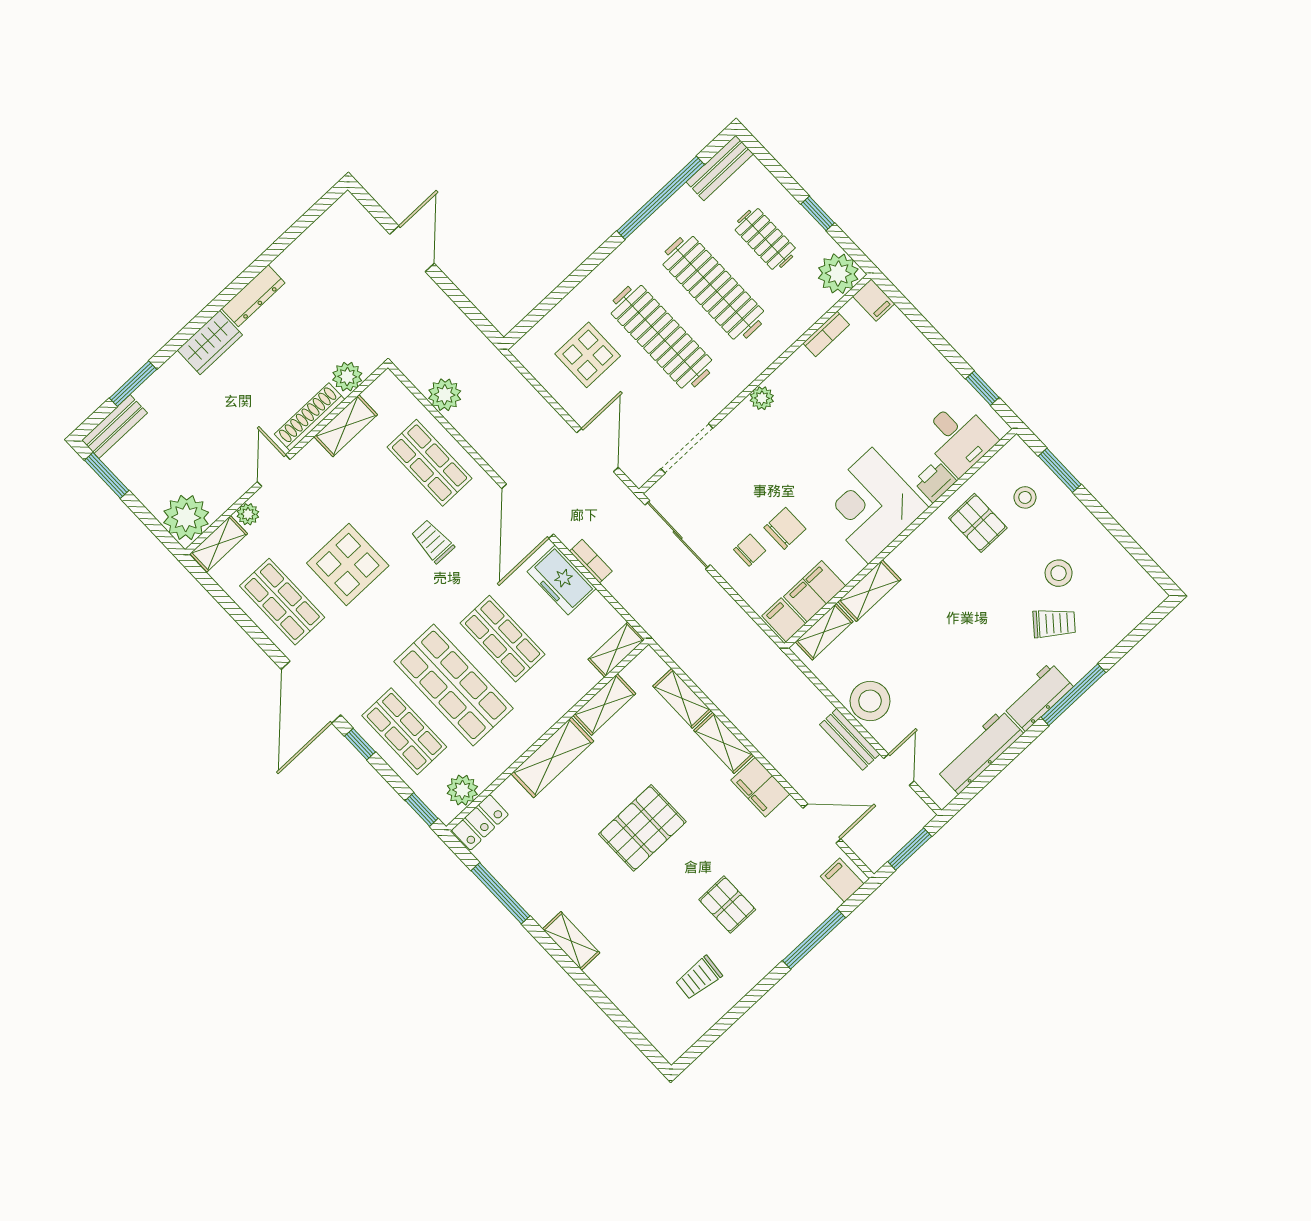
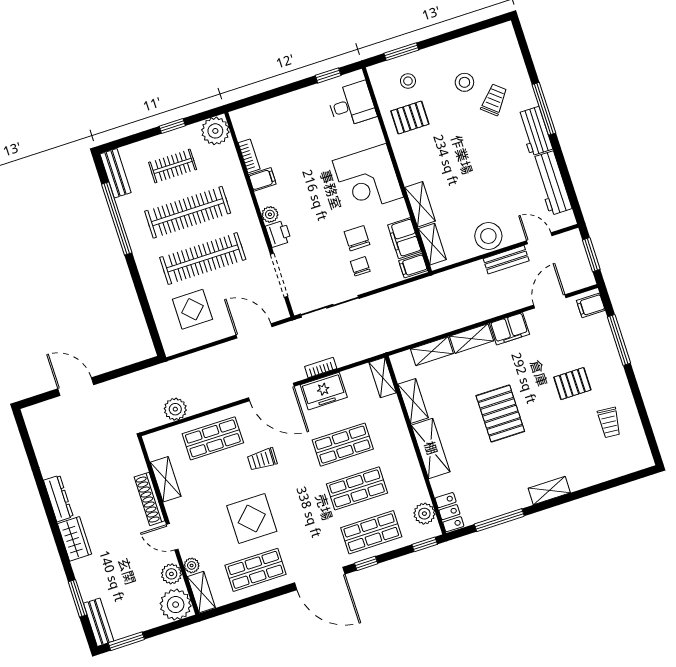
filing cabinet: (874, 300) -> (262, 179), moved
plant: (347, 377) -> (171, 574), moved
printer: (935, 481) -> (278, 234), moved, turned 180
shop shelf: (453, 685) -> (357, 488), width x0.70, depth x0.74

